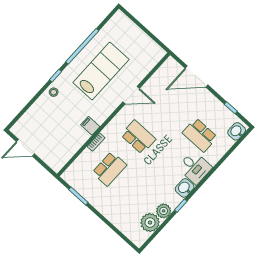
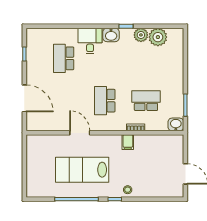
washbasin: (237, 131) -> (176, 124), moved, turned 180
school desk: (200, 135) -> (64, 58), turned 180

